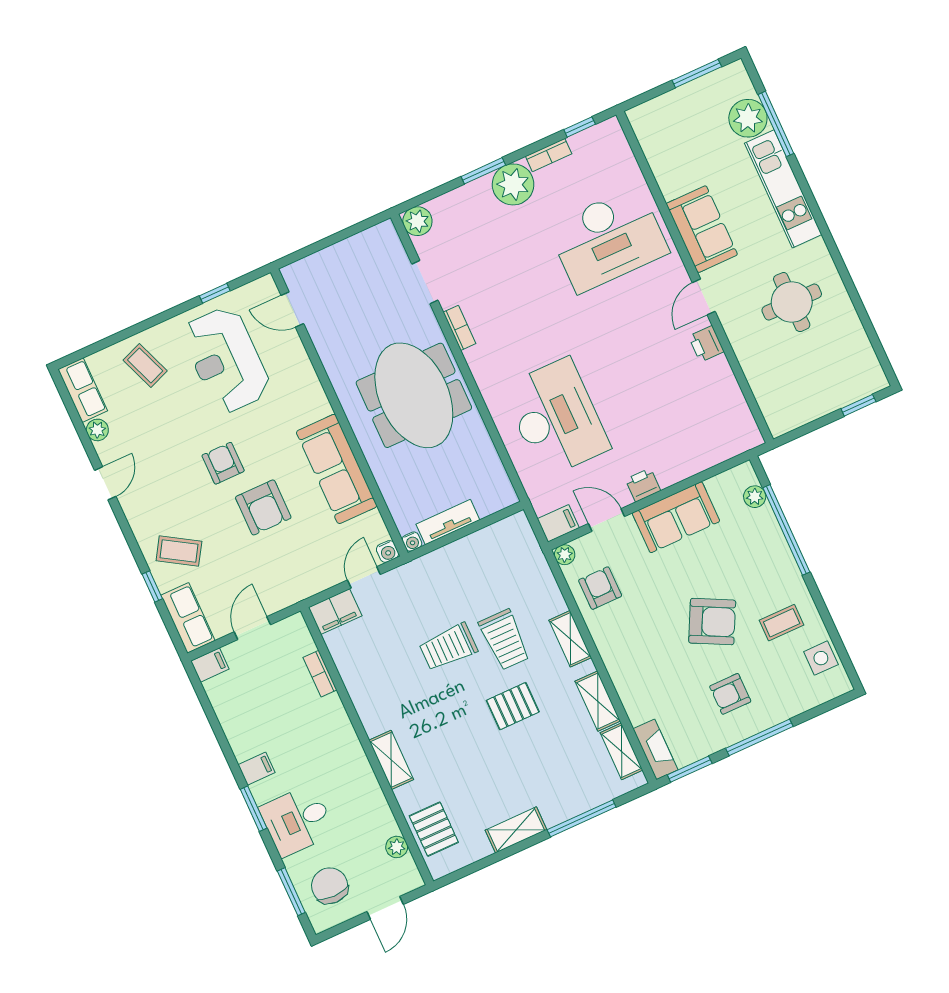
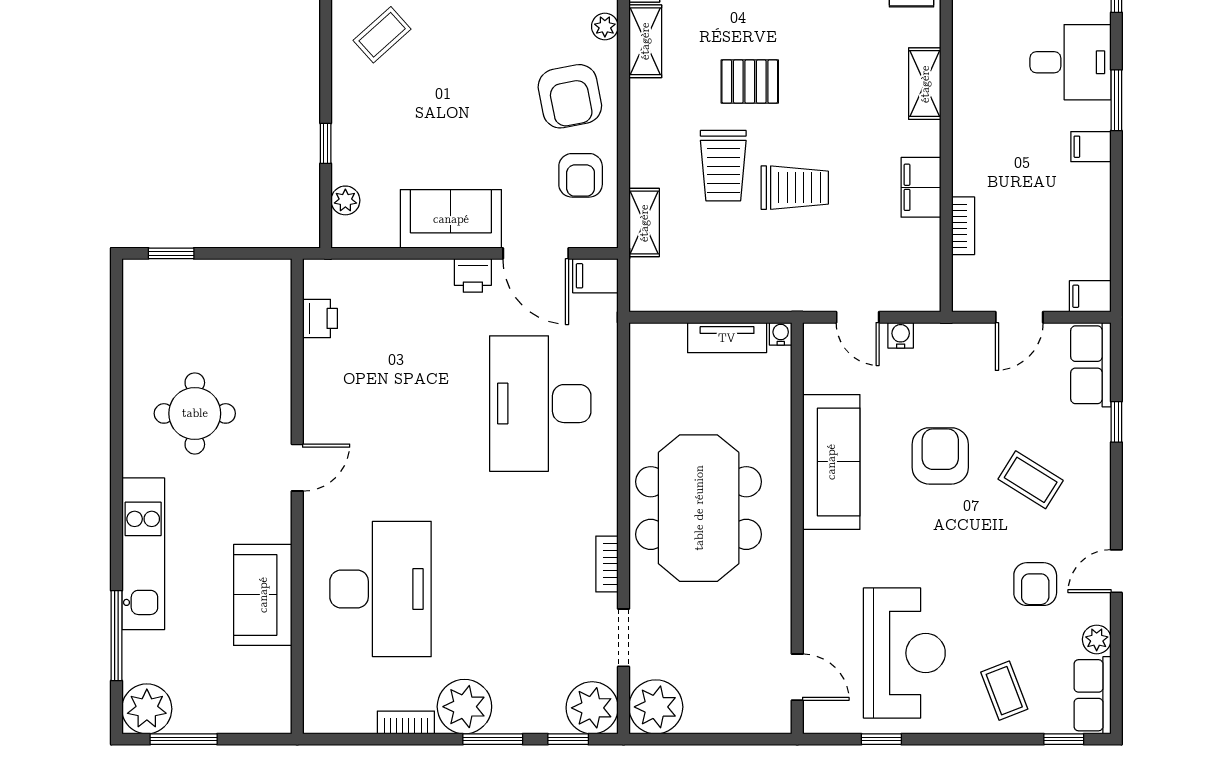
plant: (748, 118) -> (147, 709), moved
window: (580, 127) -> (568, 739), moved
plant: (417, 221) -> (592, 708), width x1.36, depth x1.36
sofa: (702, 229) -> (263, 595), moved
desk: (608, 239) -> (381, 589), turned 90
plant: (381, 244) -> (656, 707), added
printer: (706, 344) -> (320, 318), moved
window: (89, 351) -> (1064, 739), added
armchair: (223, 463) -> (1035, 584), moved
door: (607, 520) -> (536, 253), width x1.38
window: (786, 530) -> (326, 143), width x0.32
coffee table: (179, 551) -> (1031, 480), moved
water cooler: (388, 551) -> (901, 335), moved
plant: (565, 555) -> (605, 26), moved
door: (364, 577) -> (858, 317), hinge flipped
filing cabinet: (335, 612) -> (921, 187), moved, turned -90
armchair: (712, 622) -> (570, 96), moved, turned -128
coffee table: (782, 623) -> (382, 35), turned -42
shelving: (570, 639) -> (644, 223), moved
trolley: (505, 640) -> (723, 166), turned 180

